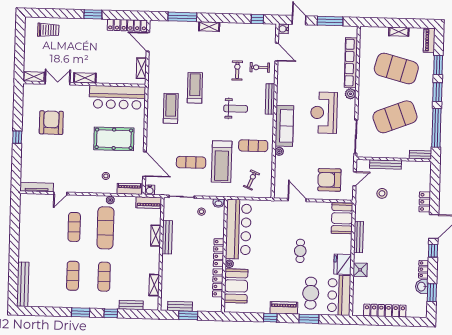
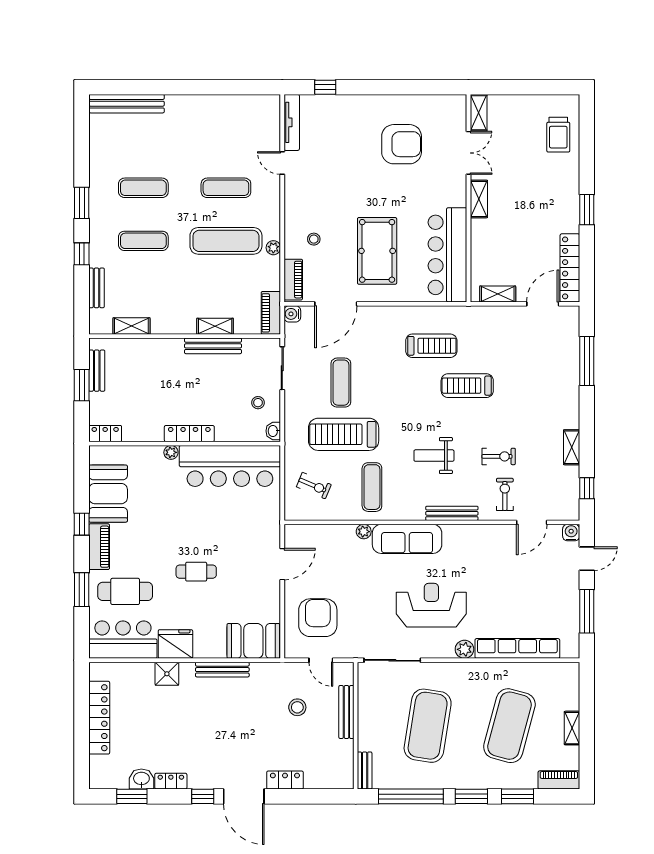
shelving: (209, 27) -> (572, 447), moved
treadmill: (195, 88) -> (467, 386), turned 180
weight bench: (236, 109) -> (434, 456), turned 90
exercise mat: (395, 117) -> (428, 726), turned 30
window: (17, 137) -> (325, 87), moved
locker: (218, 283) -> (105, 434), moved, width x0.66
booth: (236, 286) -> (108, 494), moved, turned 90

